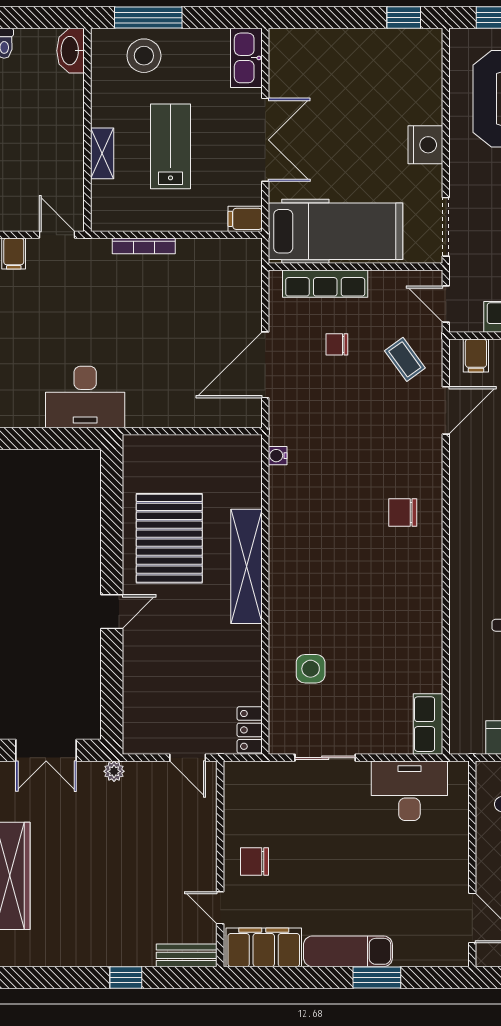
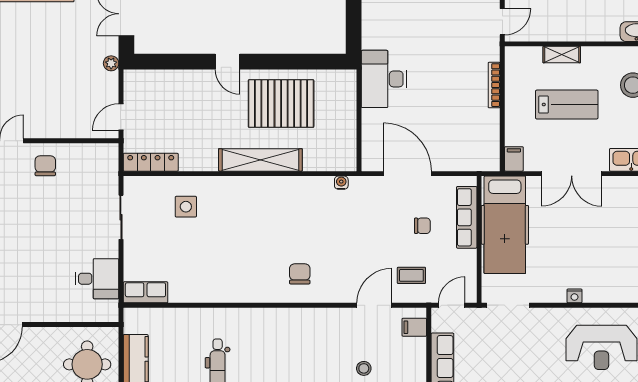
nightstand: (425, 145) -> (574, 296), width x0.53, depth x0.56
chair: (337, 344) -> (422, 226), turned 90
coffee table: (405, 359) -> (411, 275), turned 36
desk: (85, 397) -> (384, 79), moved
door: (446, 410) -> (374, 305), swing flipped
locker: (250, 730) -> (151, 162), width x1.53
desk: (409, 791) -> (97, 279), width x0.73

